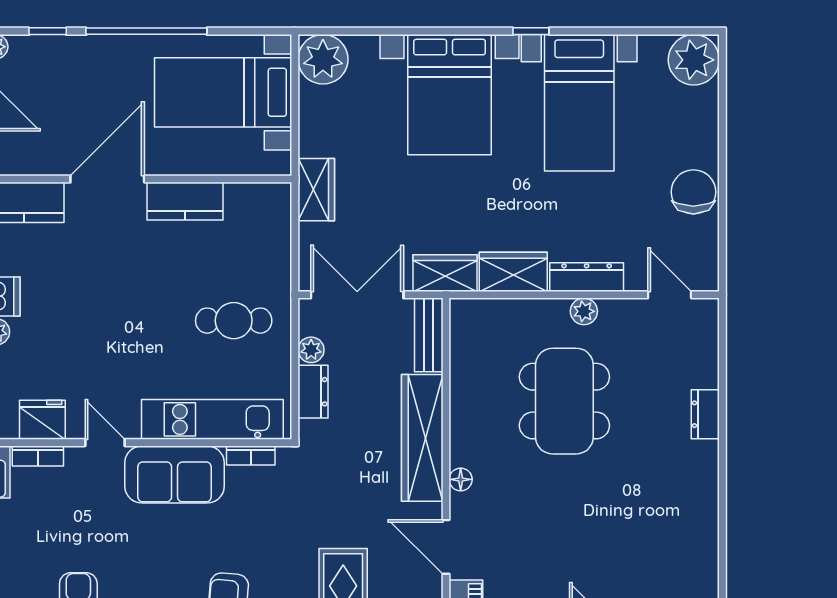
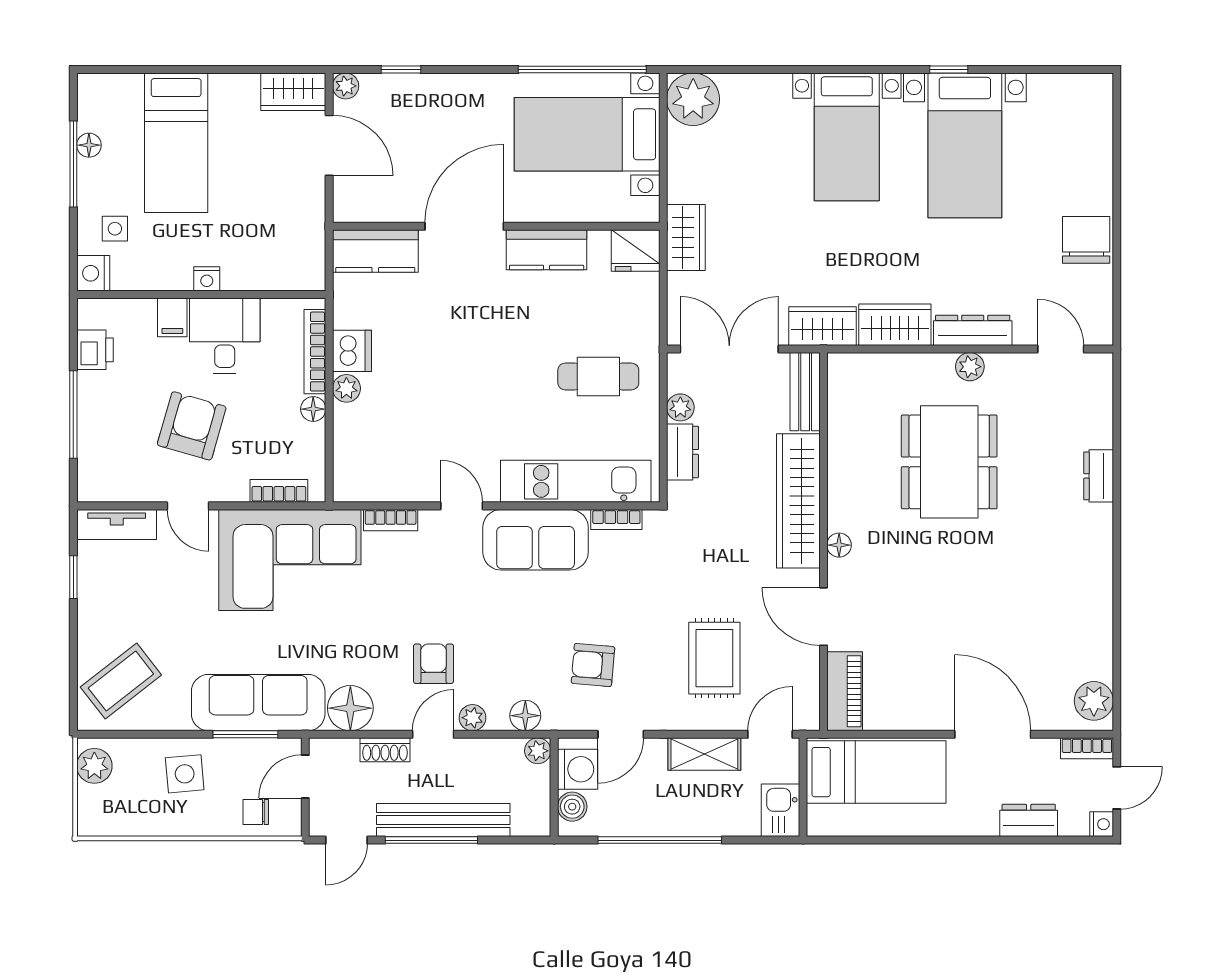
window: (146, 31) -> (582, 69), moved
window: (531, 31) -> (949, 69), moved
plant: (694, 60) -> (1086, 100), removed
bed with nightstands: (450, 95) -> (847, 137), width x0.73
fridge: (42, 420) -> (636, 251), moved, turned 180

